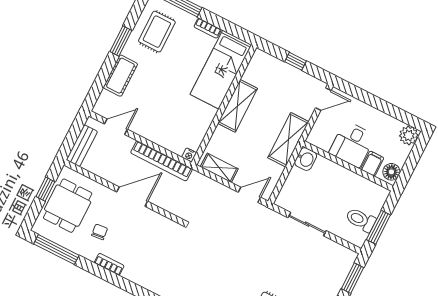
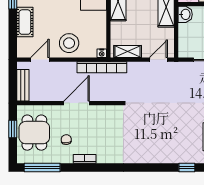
stool: (158, 125) -> (69, 43), added
bookcase: (161, 161) -> (102, 67), moved

